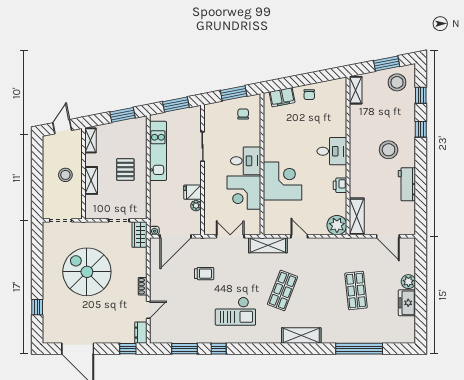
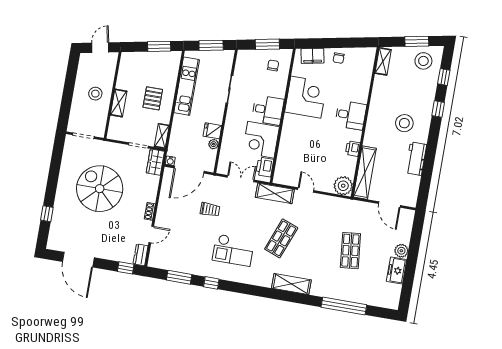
shelving: (90, 140) -> (162, 136), moved
corner desk: (283, 181) -> (306, 97), moved
shelving: (357, 216) -> (365, 173), width x1.47
printer: (253, 220) -> (265, 167), added

